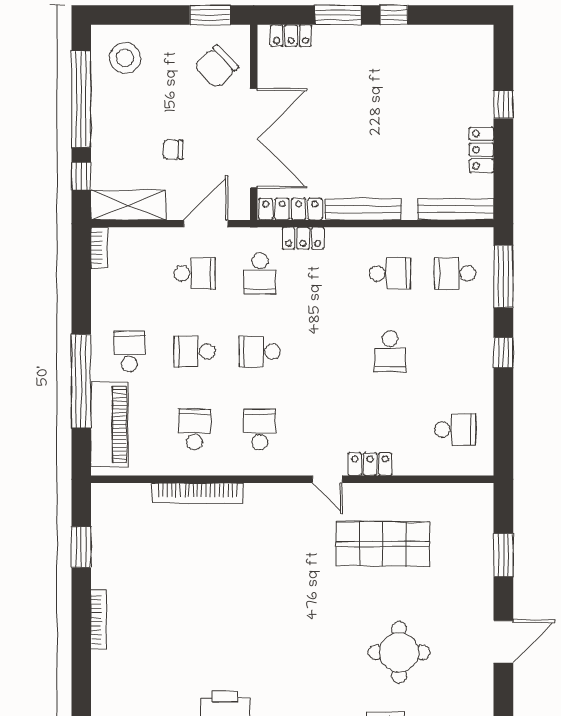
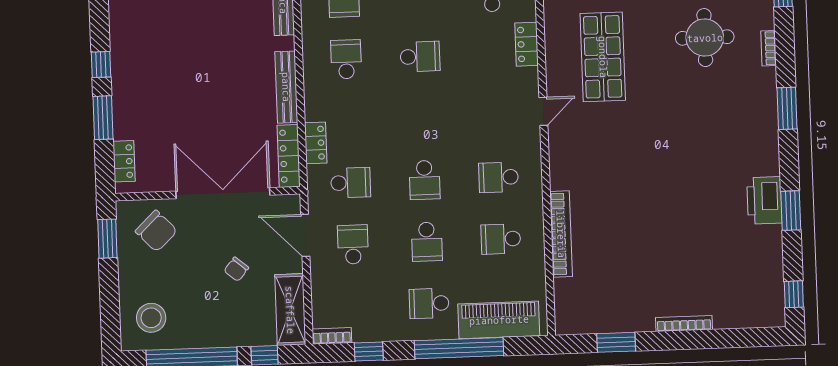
chair: (173, 150) -> (236, 269), turned 40
window: (81, 286) -> (369, 351), added
locker: (370, 464) -> (527, 44), moved

